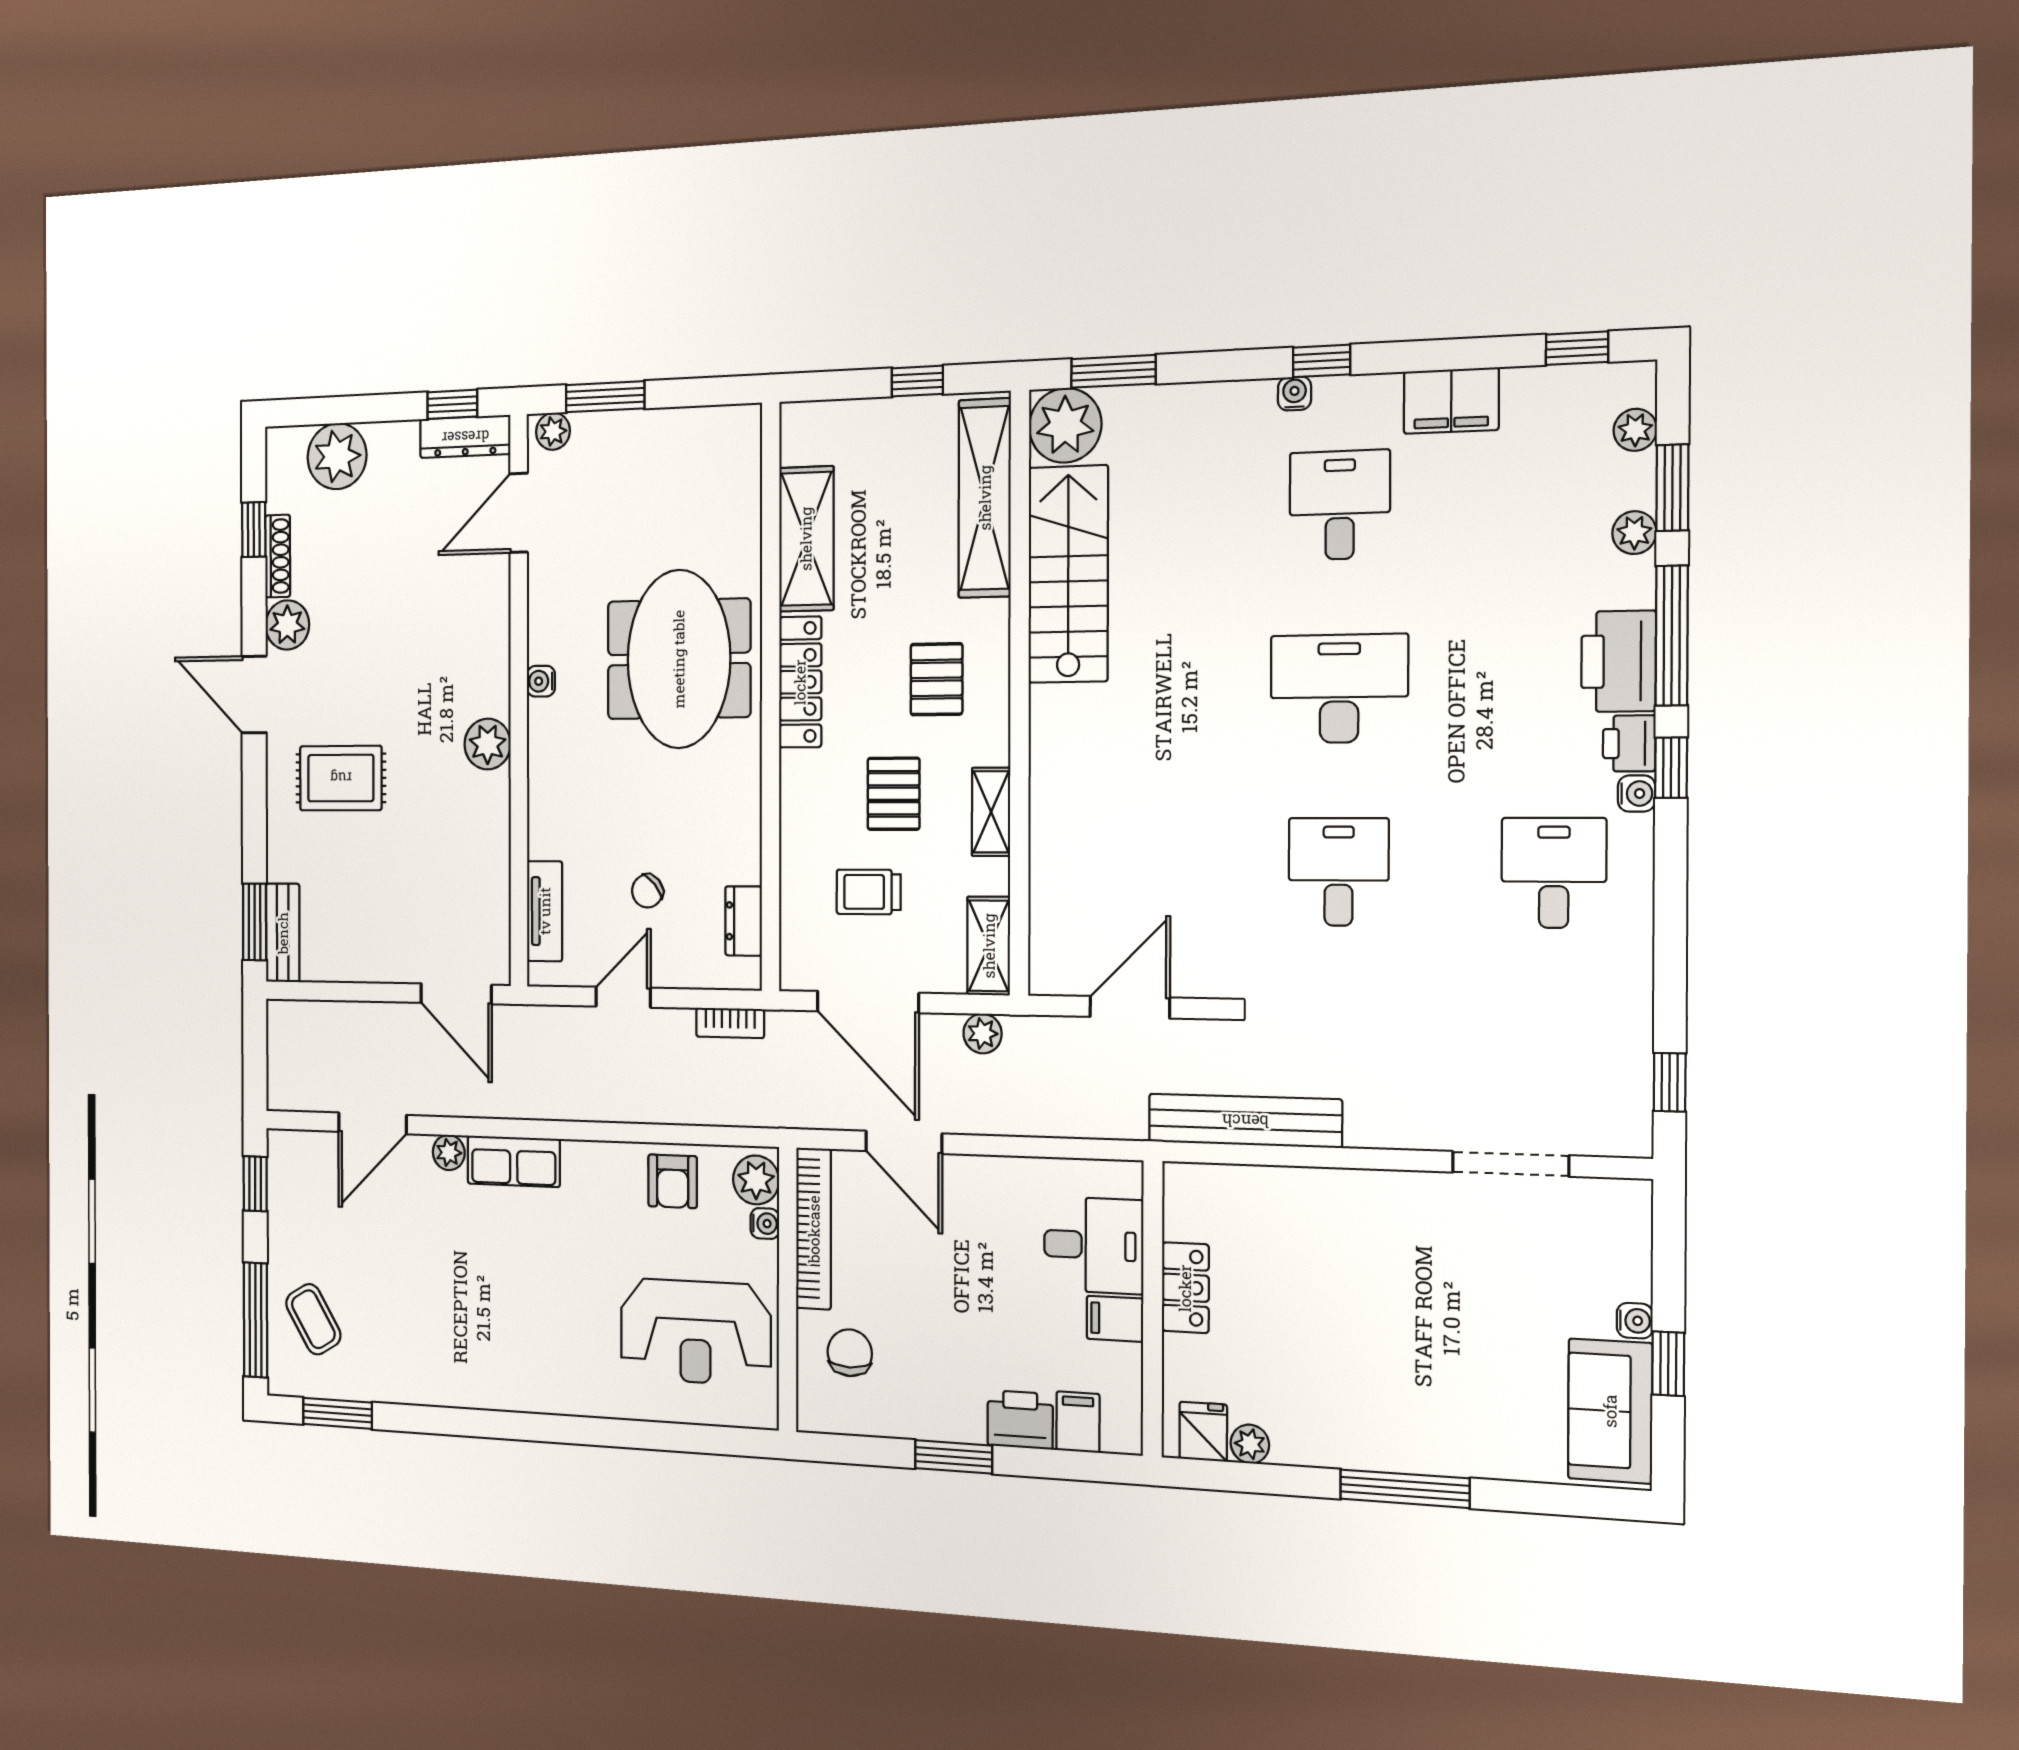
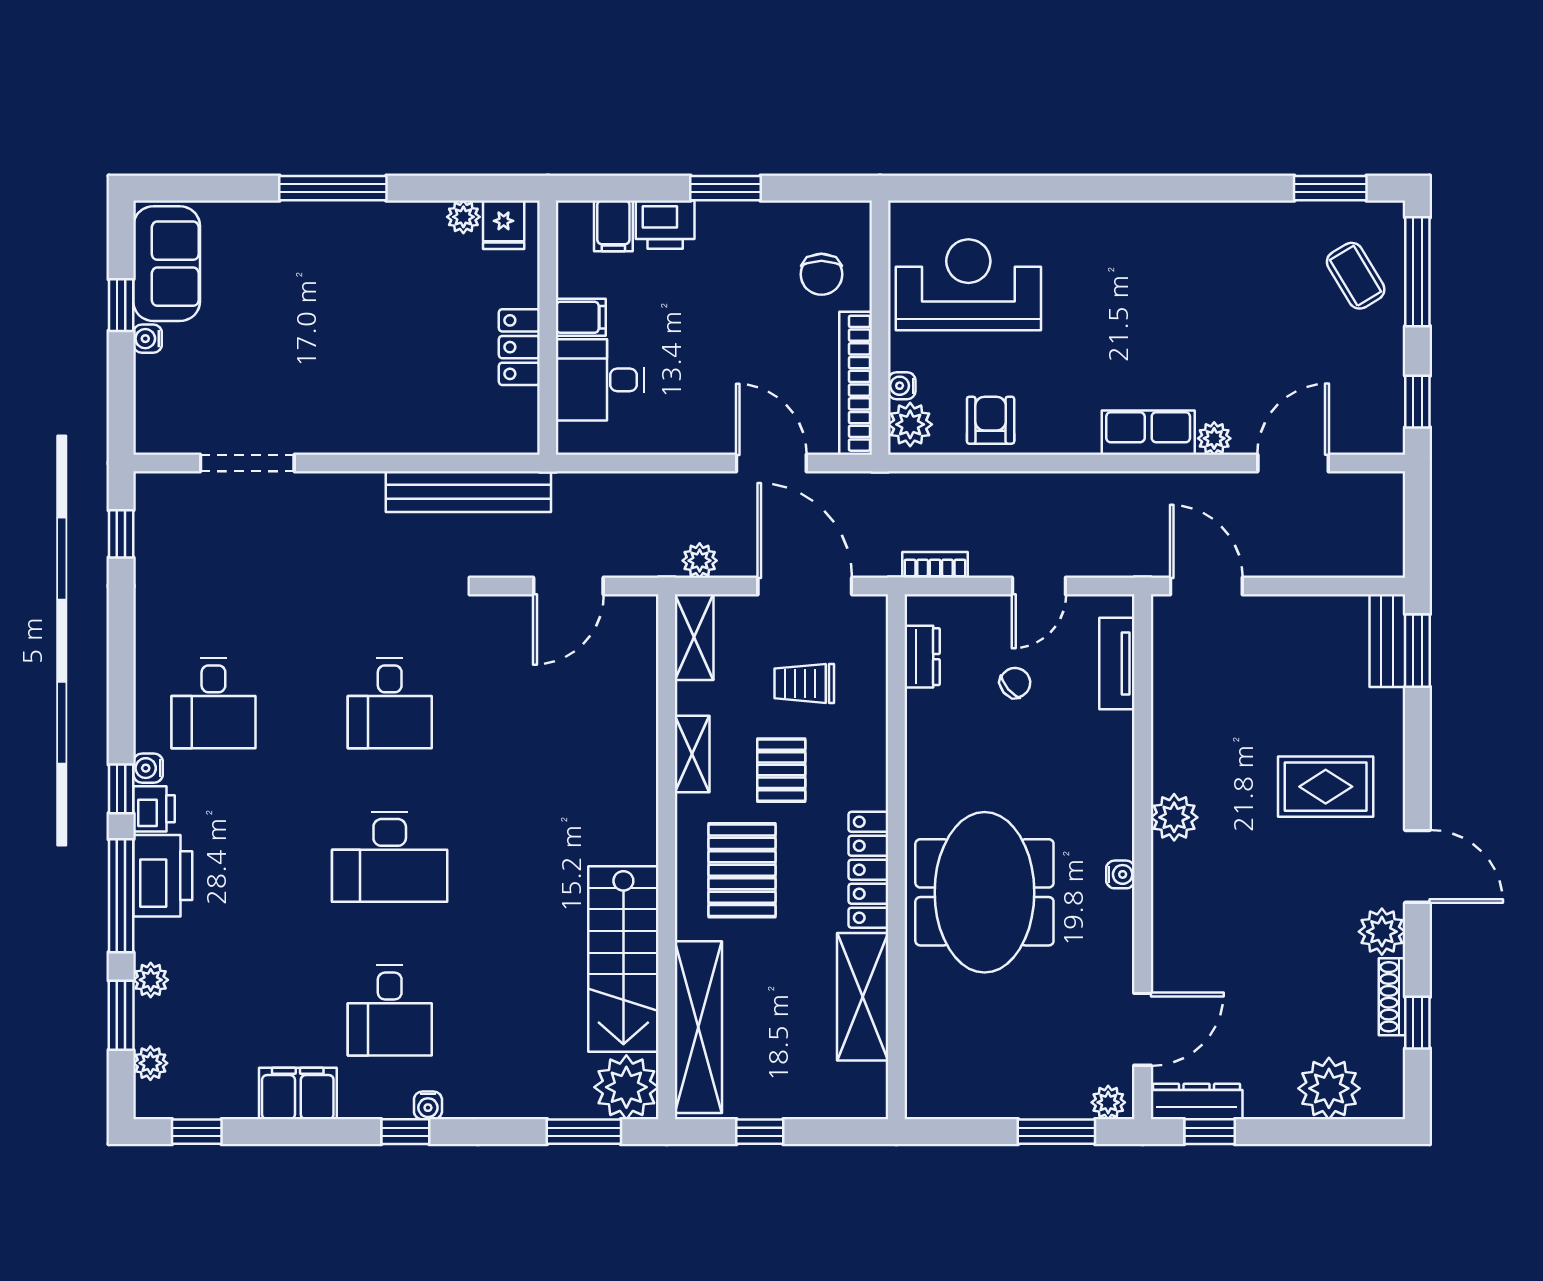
pallet: (936, 679) -> (742, 870), width x1.50, depth x1.42
trolley: (869, 892) -> (804, 683), turned 180

